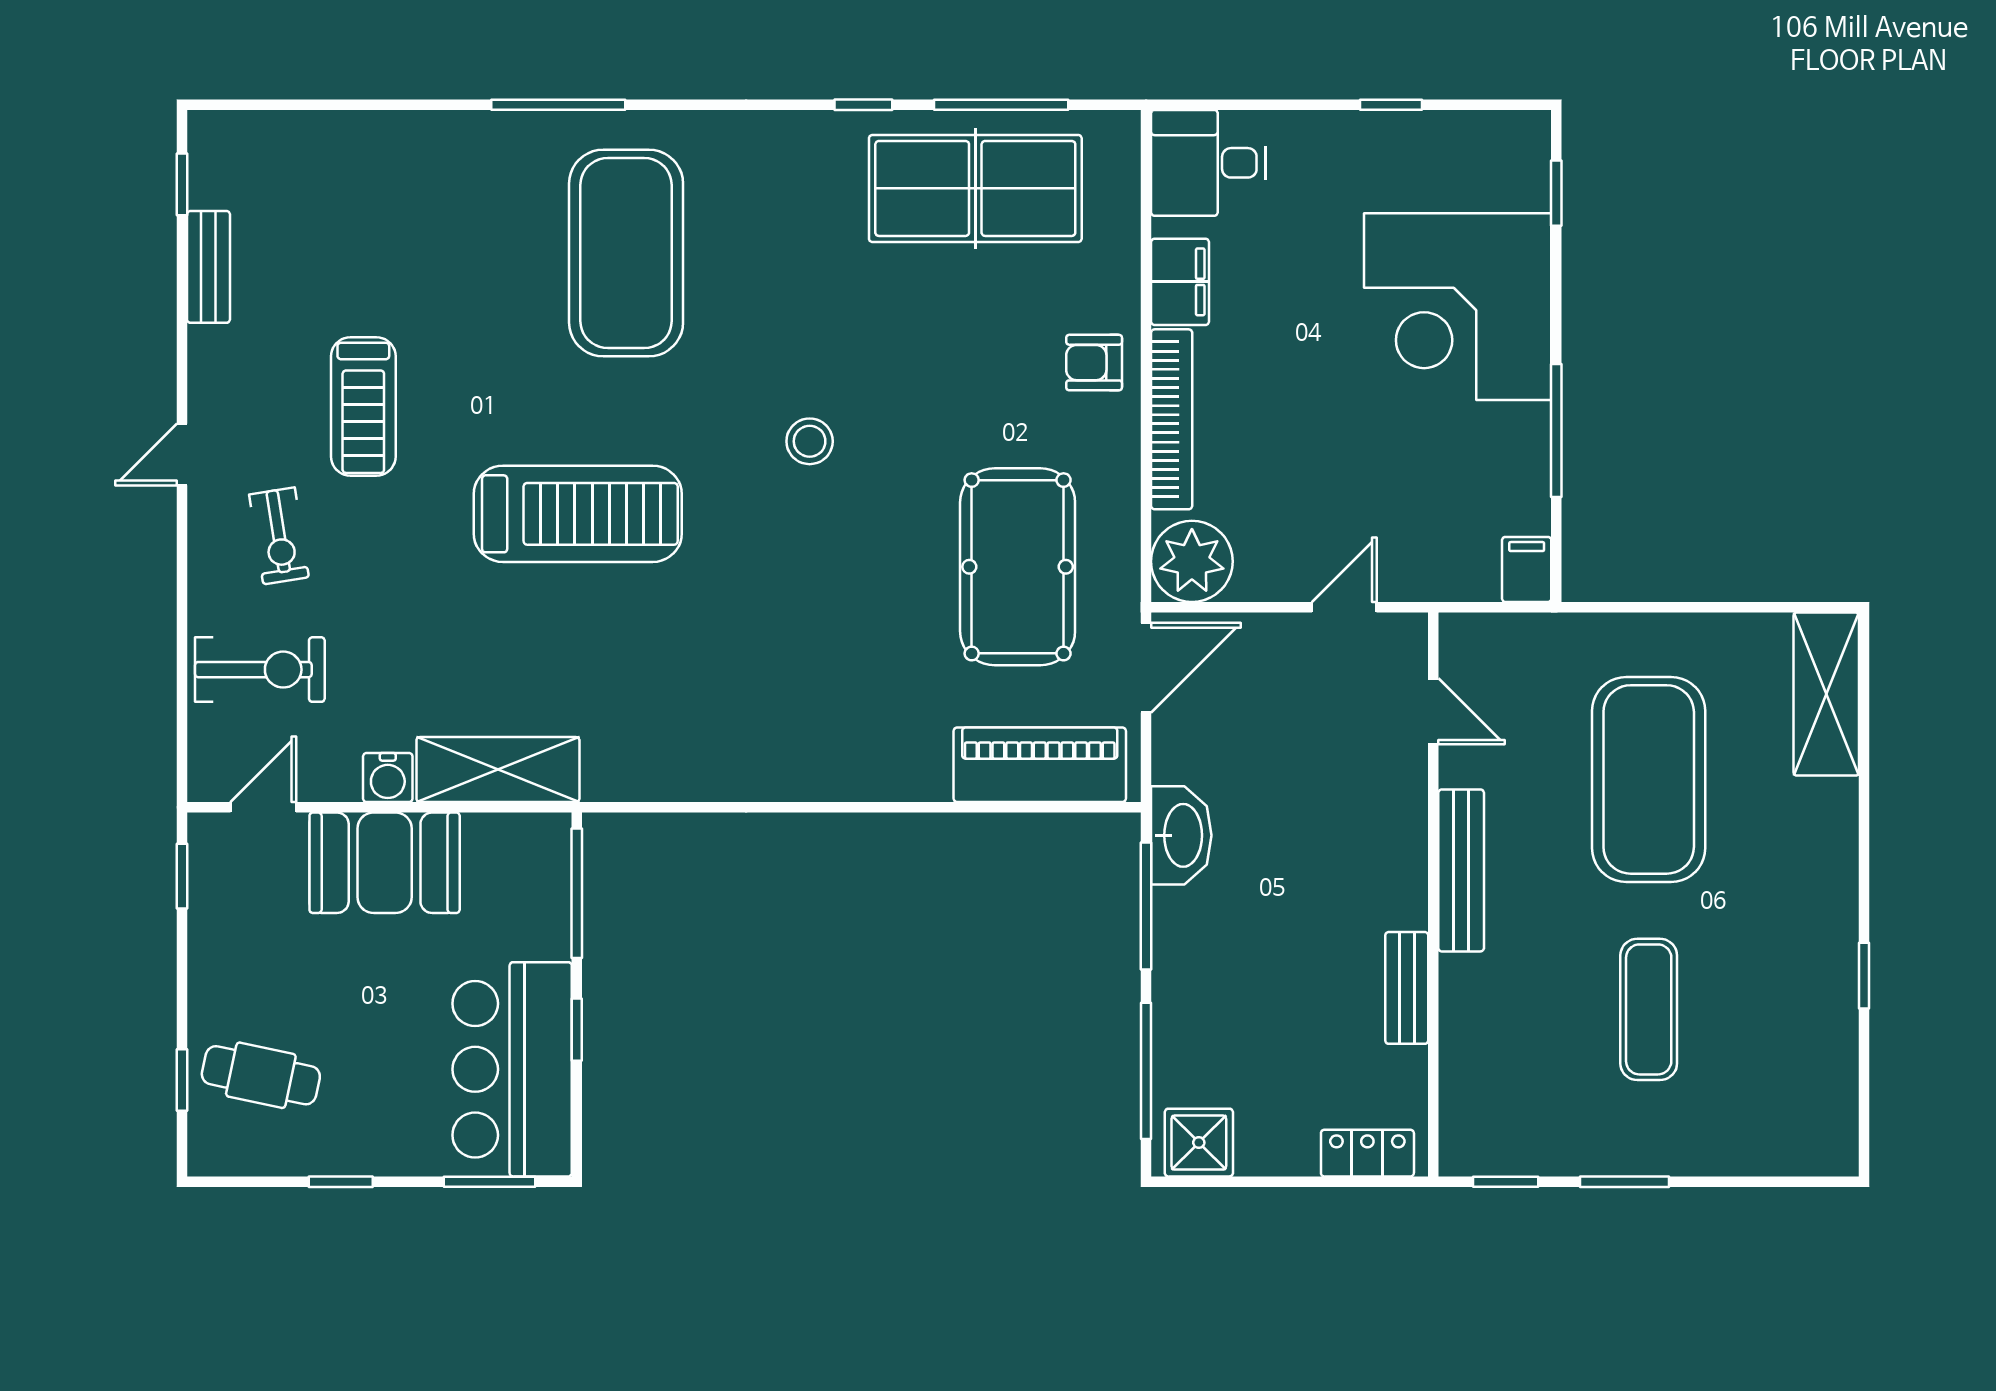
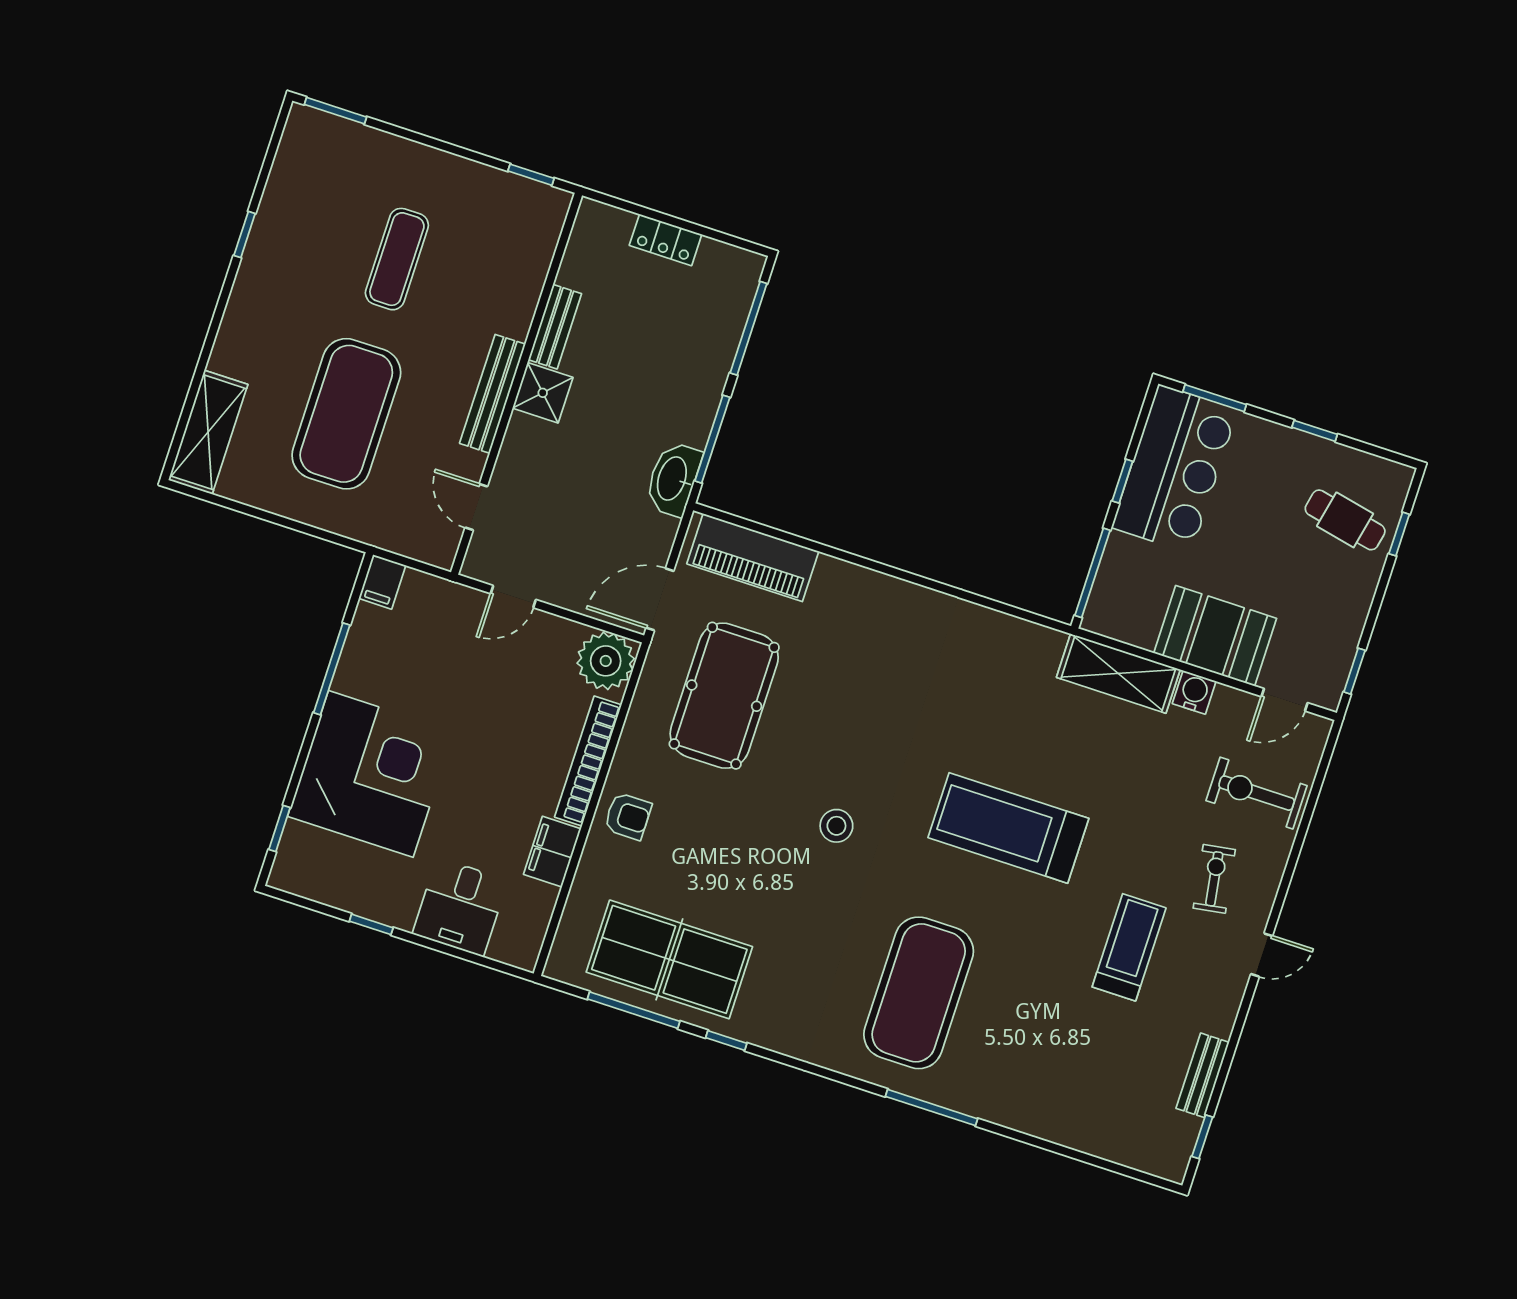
desk: (1208, 163) -> (460, 907), moved, turned 90
shower: (1199, 1143) -> (543, 393), moved
locker: (1367, 1153) -> (666, 240), moved
window: (1625, 1182) -> (335, 111), moved

